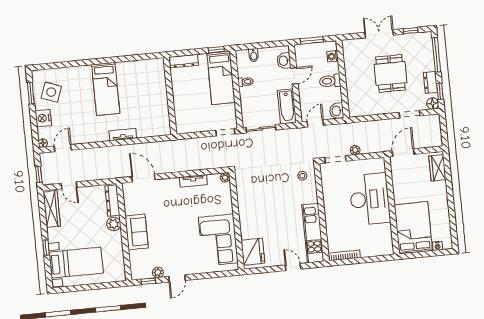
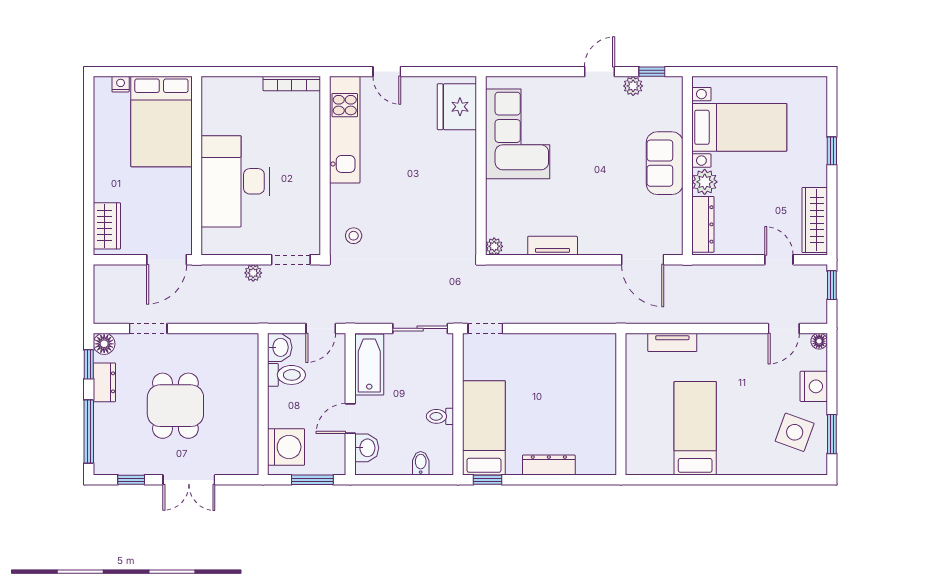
washing machine: (333, 56) -> (286, 447), width x1.89, depth x1.89
toilet: (330, 81) -> (287, 375), moved
wall: (170, 96) -> (621, 404), moved
bed with nightstands: (76, 263) -> (739, 127), moved, turned 180

